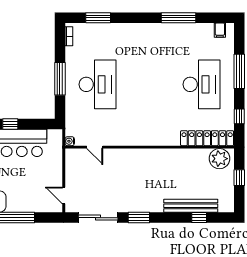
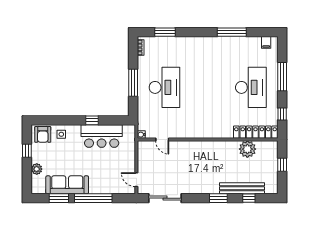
plant: (219, 159) -> (247, 149), moved
window: (139, 218) -> (218, 198), moved

